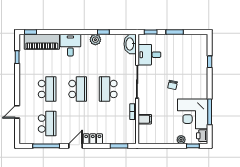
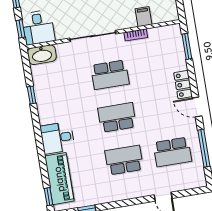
plant: (95, 40) -> (44, 104), removed
desk: (149, 55) -> (38, 28), moved
school desk: (47, 124) -> (172, 152), turned 180

